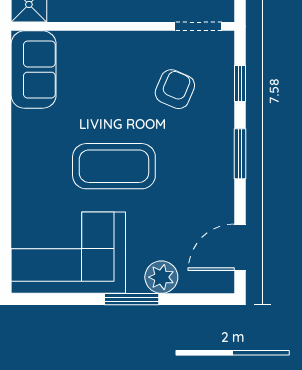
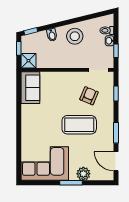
window: (240, 154) -> (116, 133), moved
coffee table: (114, 166) -> (79, 125), moved
door: (240, 247) -> (116, 161), hinge flipped

